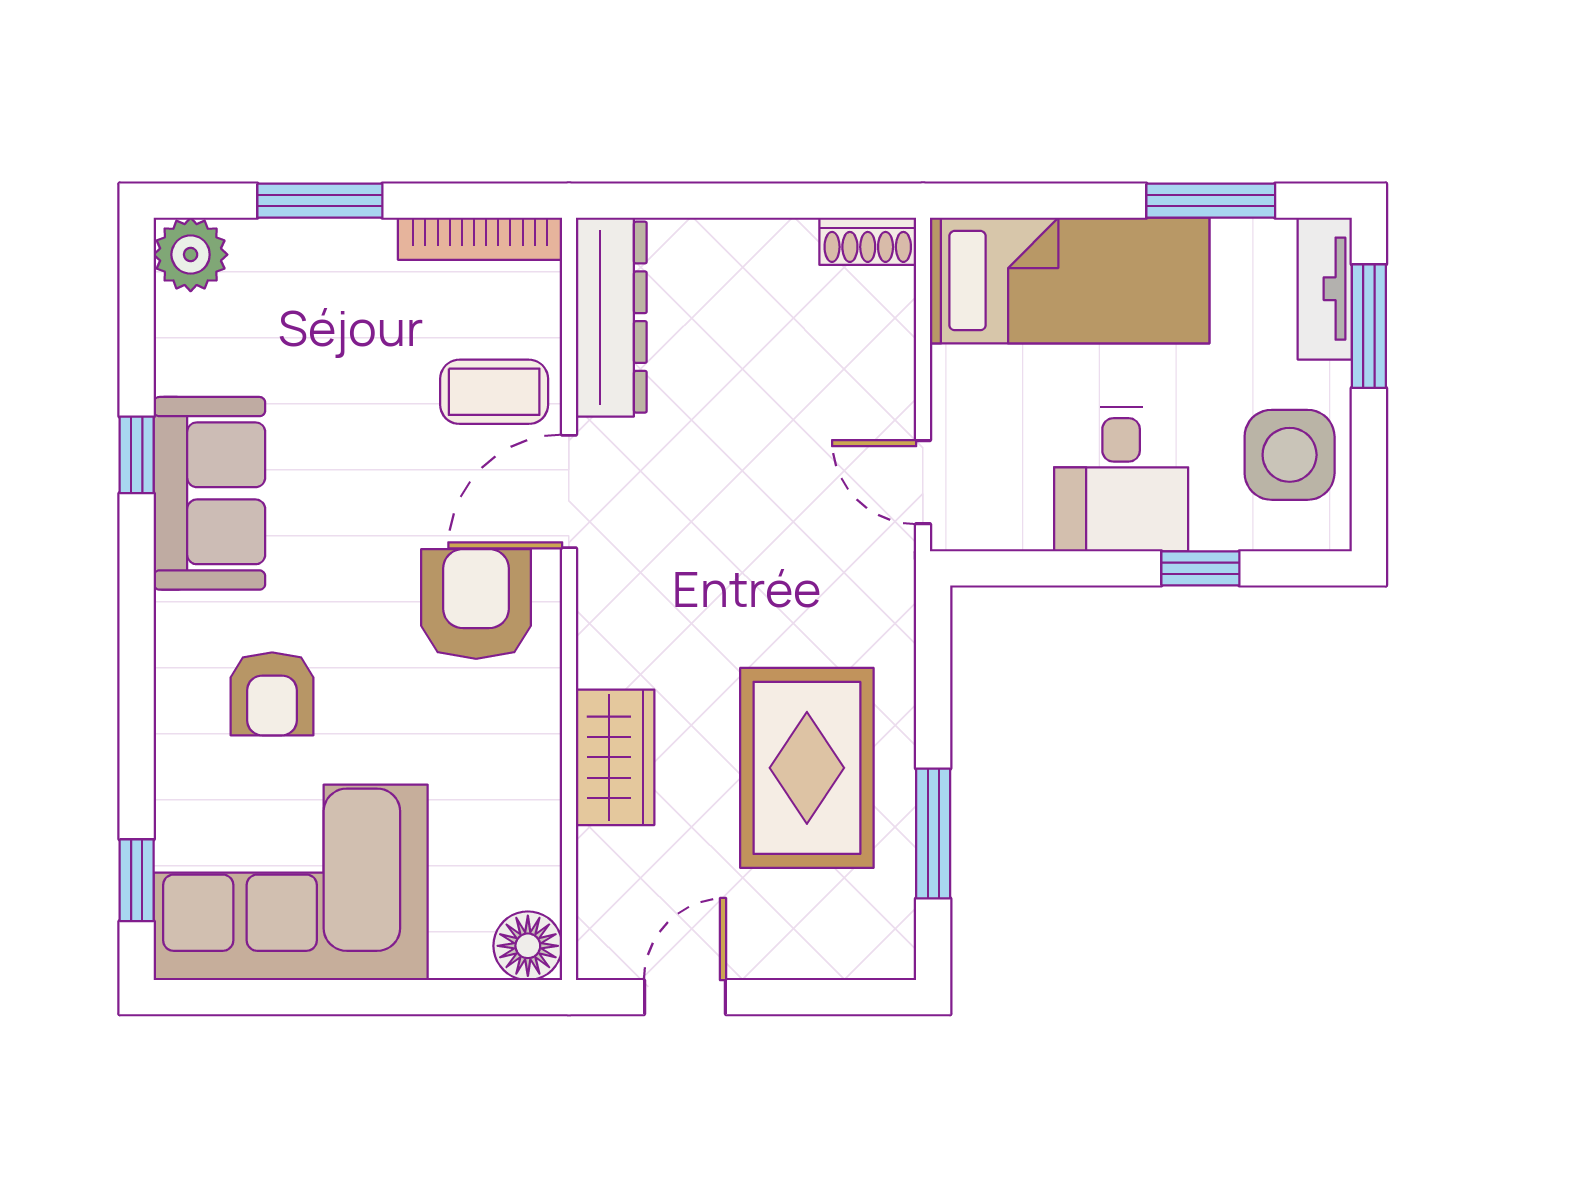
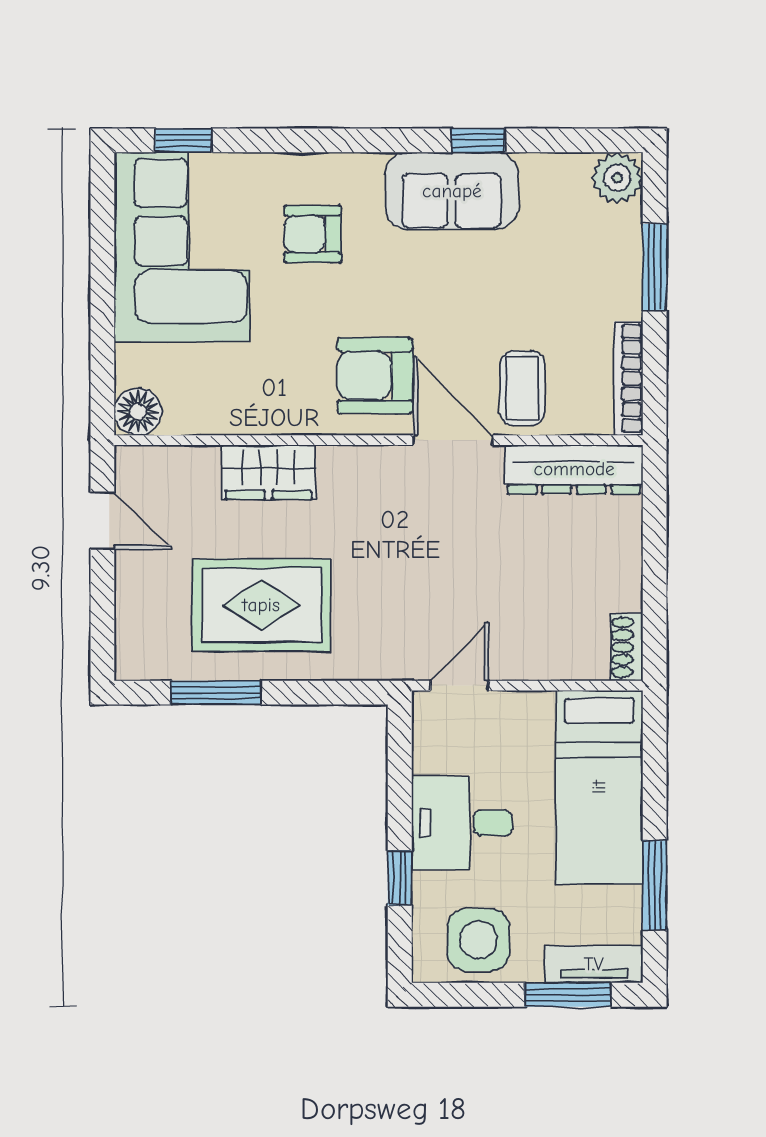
armchair: (476, 604) -> (375, 376), turned 180

